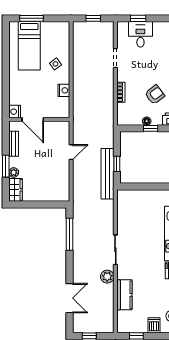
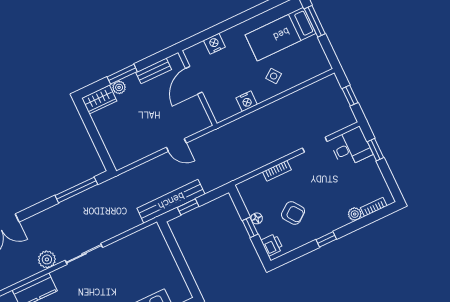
desk: (140, 34) -> (351, 147), moved
nightstand: (15, 112) -> (214, 44), moved

